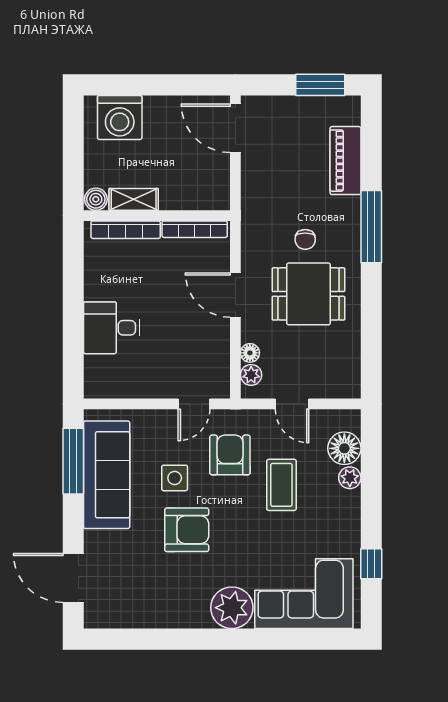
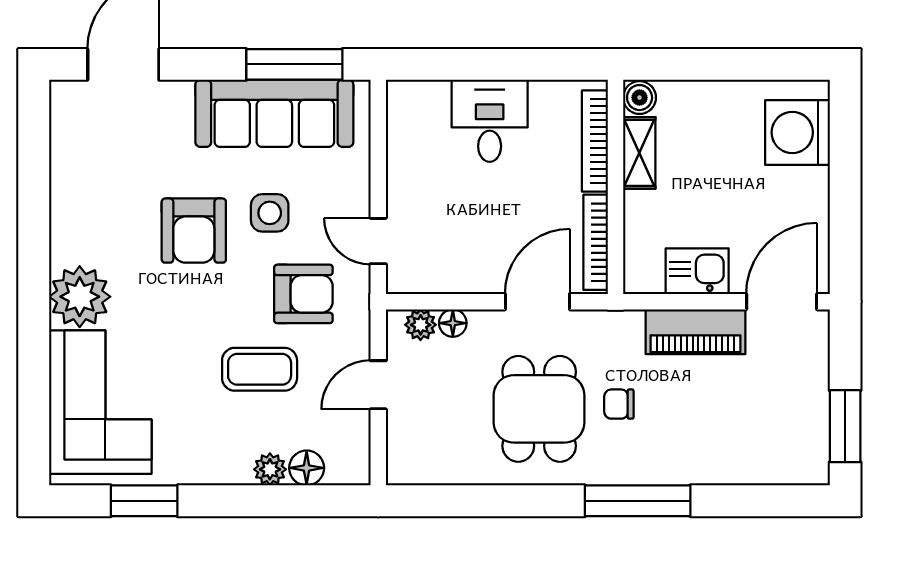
piano: (345, 161) -> (696, 332), moved, turned 180
kitchen sink: (214, 186) -> (697, 271), added
boiler: (96, 199) -> (640, 98), moved
shelving: (134, 199) -> (639, 153), moved
wall: (157, 216) -> (615, 187), moved
bookcase: (195, 229) -> (596, 242), moved
bookcase: (126, 230) -> (595, 141), moved
floor lamp: (344, 448) -> (307, 468), width x0.73, depth x0.73
window: (371, 564) -> (144, 501), width x1.50

